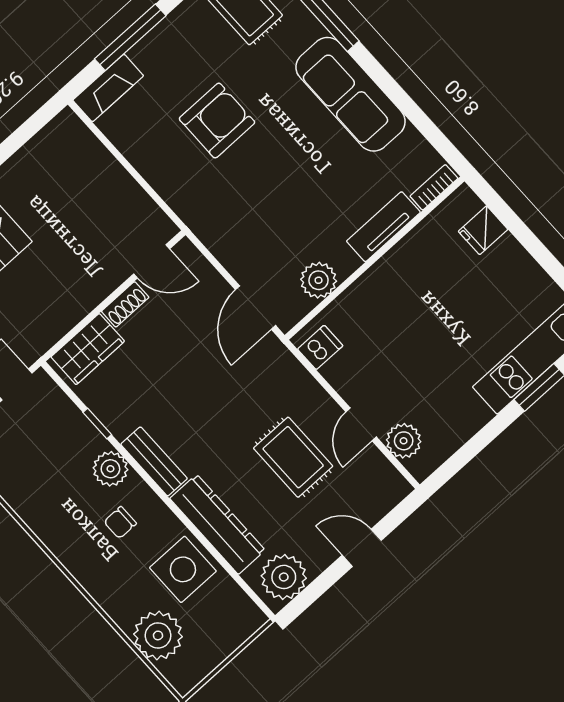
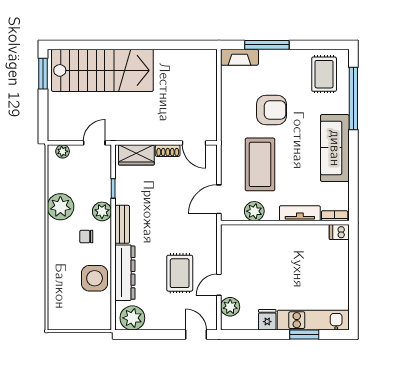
coffee table: (269, 209) -> (260, 164), added
fridge: (483, 230) -> (267, 320), moved, turned 90
dishwasher: (320, 347) -> (339, 232), moved, turned 180
door: (362, 548) -> (196, 335), moved
plant: (158, 635) -> (60, 207), moved

